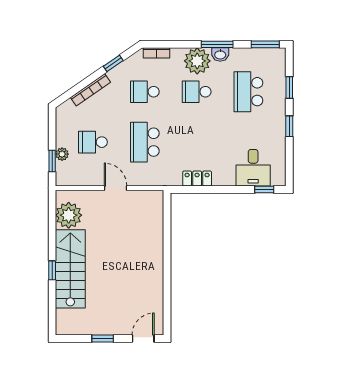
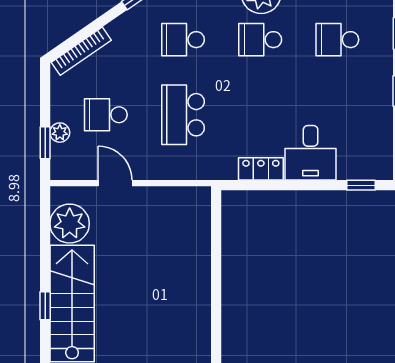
bookcase: (90, 90) -> (81, 51), moved
school desk: (248, 92) -> (337, 40), width x0.54
desk: (253, 168) -> (311, 153), moved
door: (116, 188) -> (115, 183), moved

